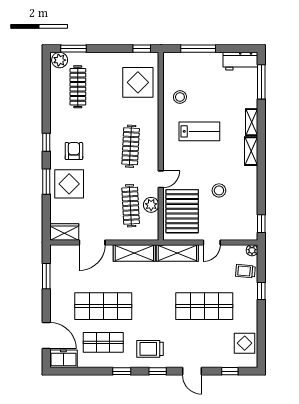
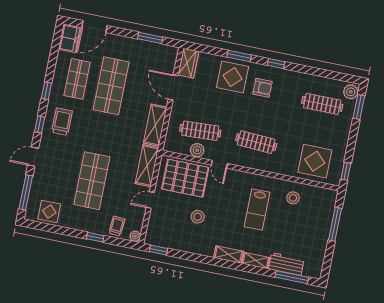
workbench: (240, 61) -> (286, 264), moved, turned 90
door: (212, 242) -> (150, 200), hinge flipped
window: (230, 371) -> (26, 192), width x2.17

